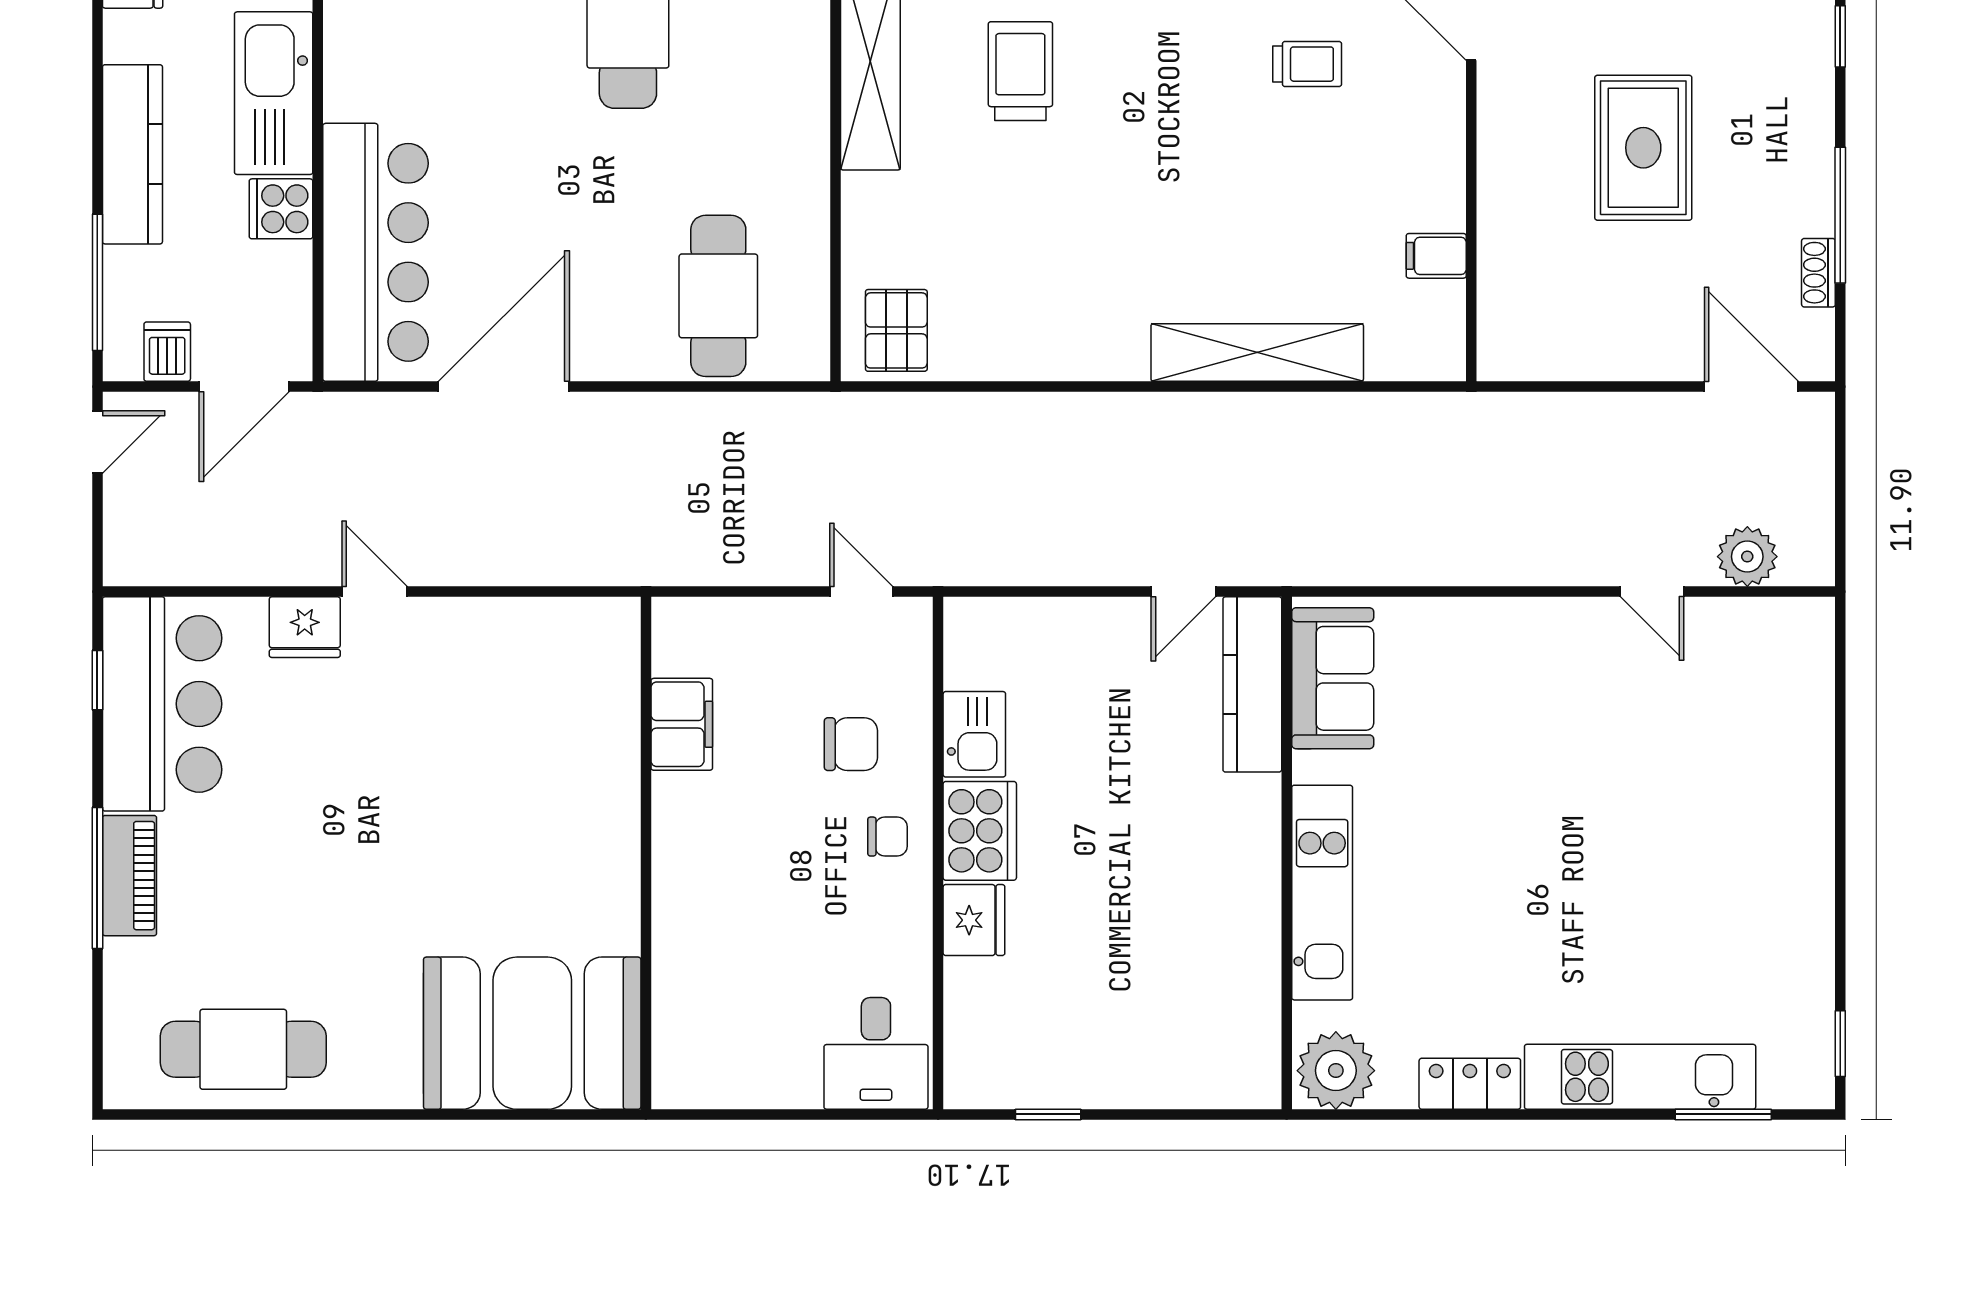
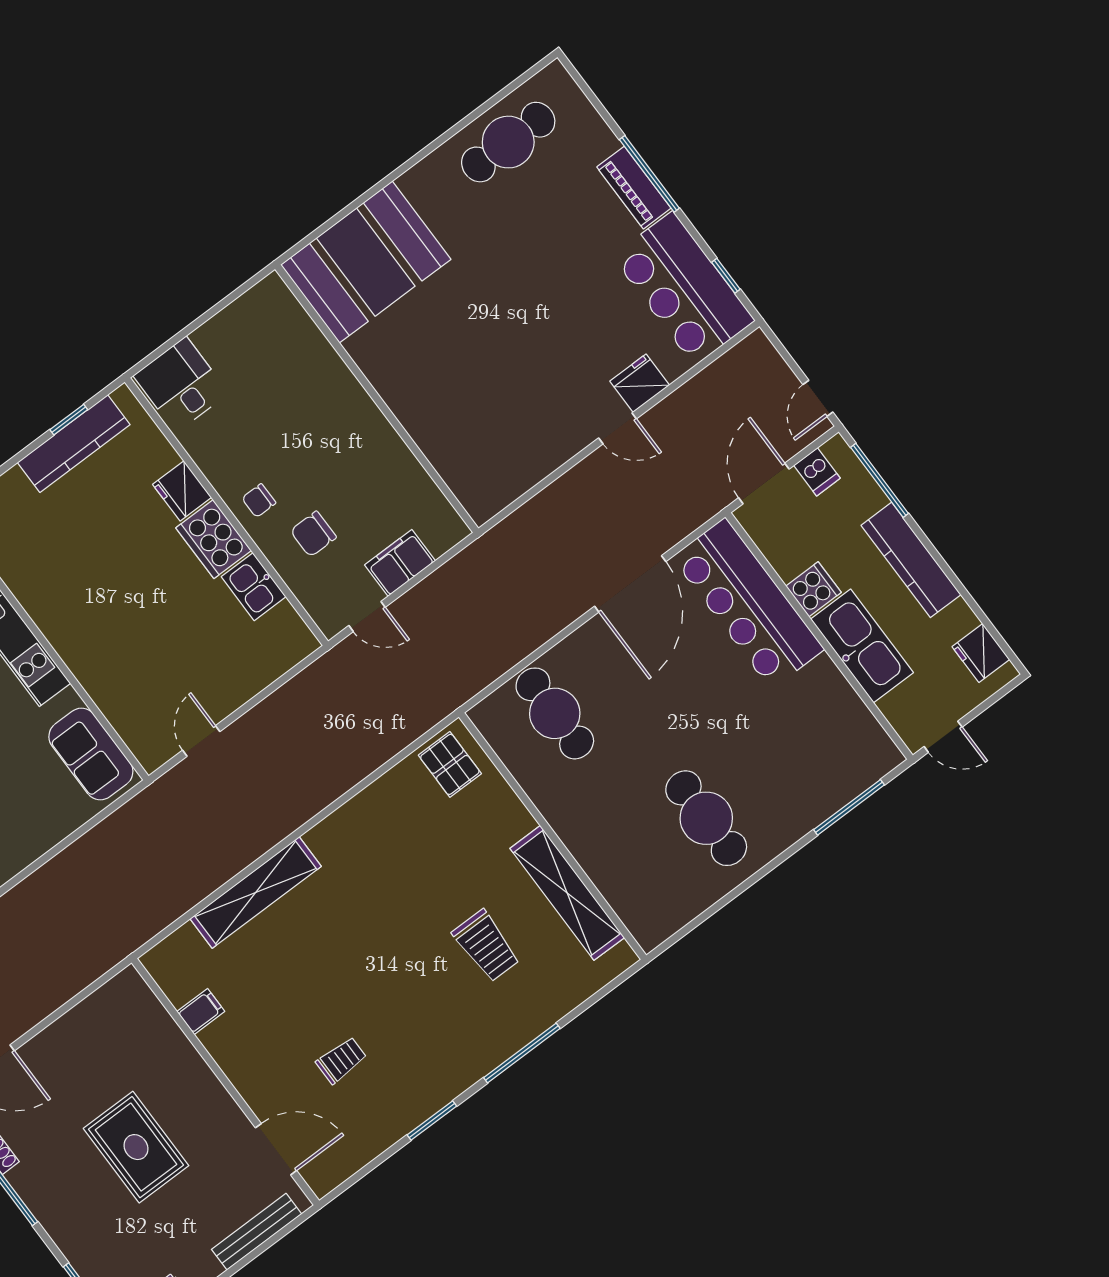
trolley: (1307, 64) -> (341, 1060), turned 180
kitchen counter: (1252, 684) -> (74, 444), moved, turned 90
filing cabinet: (682, 724) -> (400, 563), moved, turned 90

